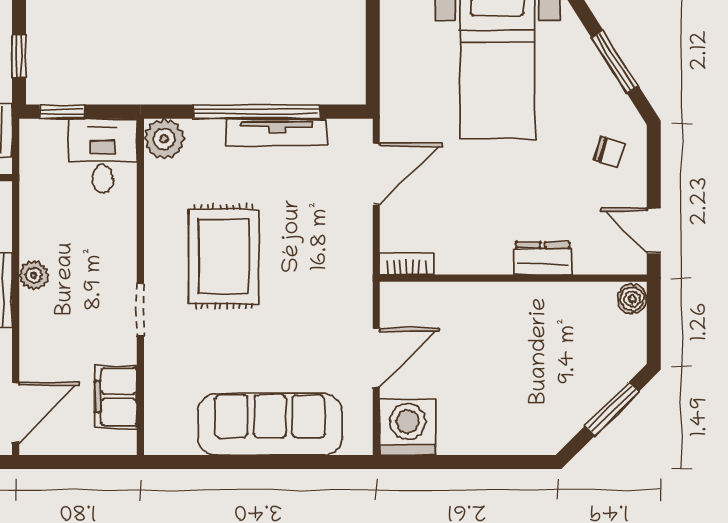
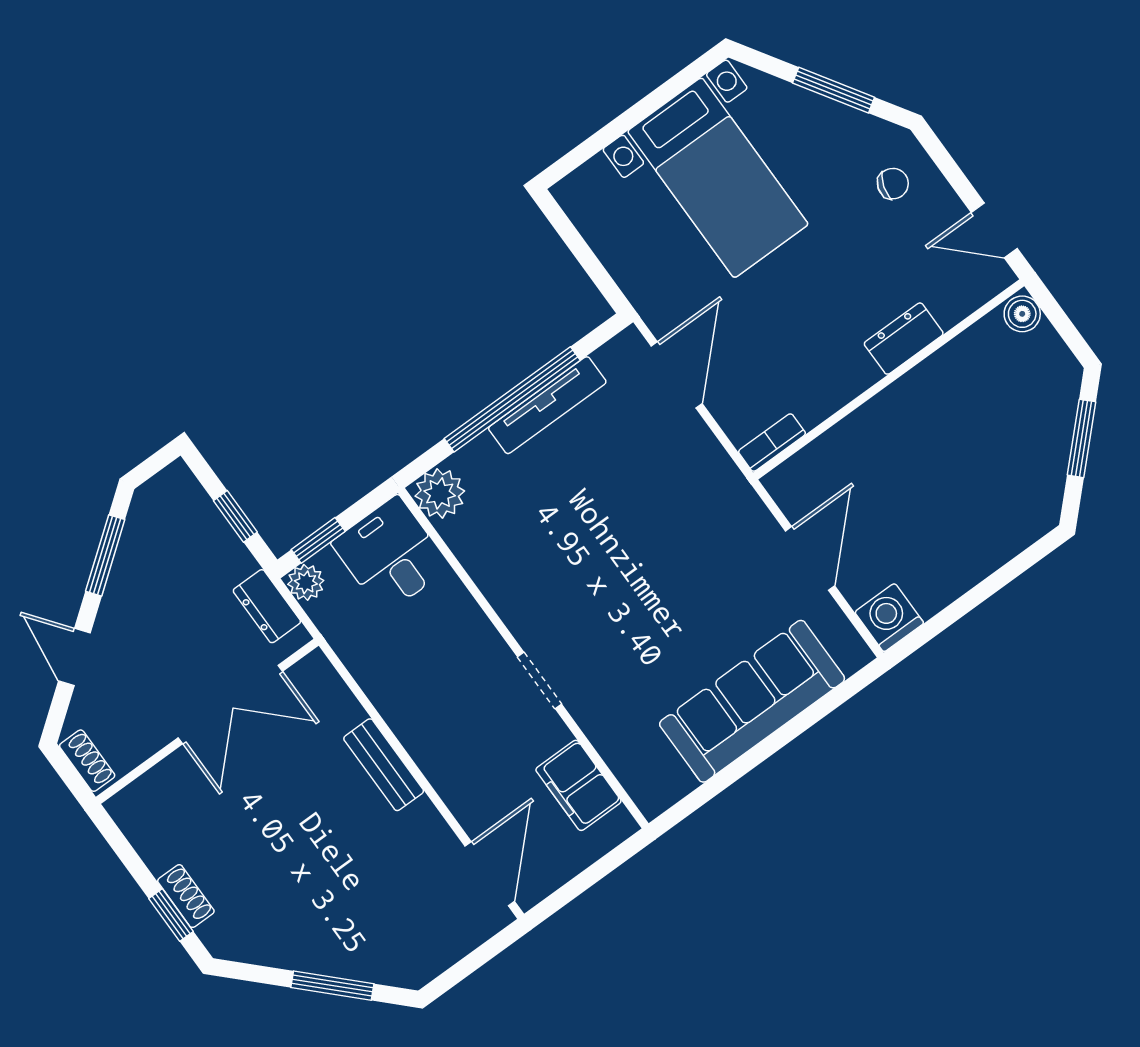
rug: (224, 256) -> (584, 567), removed
plant: (34, 275) -> (306, 582), moved
washing machine: (408, 427) -> (889, 618), width x0.73, depth x0.73

